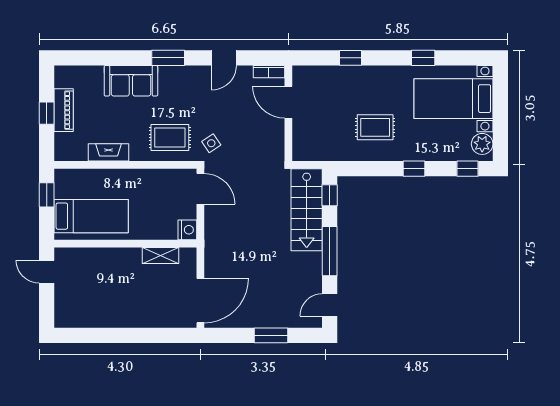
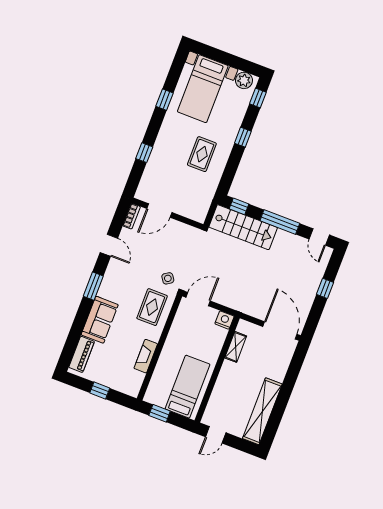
piano: (64, 110) -> (82, 354), moved, turned 90
shelving: (96, 317) -> (262, 411), added
window: (271, 335) -> (325, 288), width x0.67

